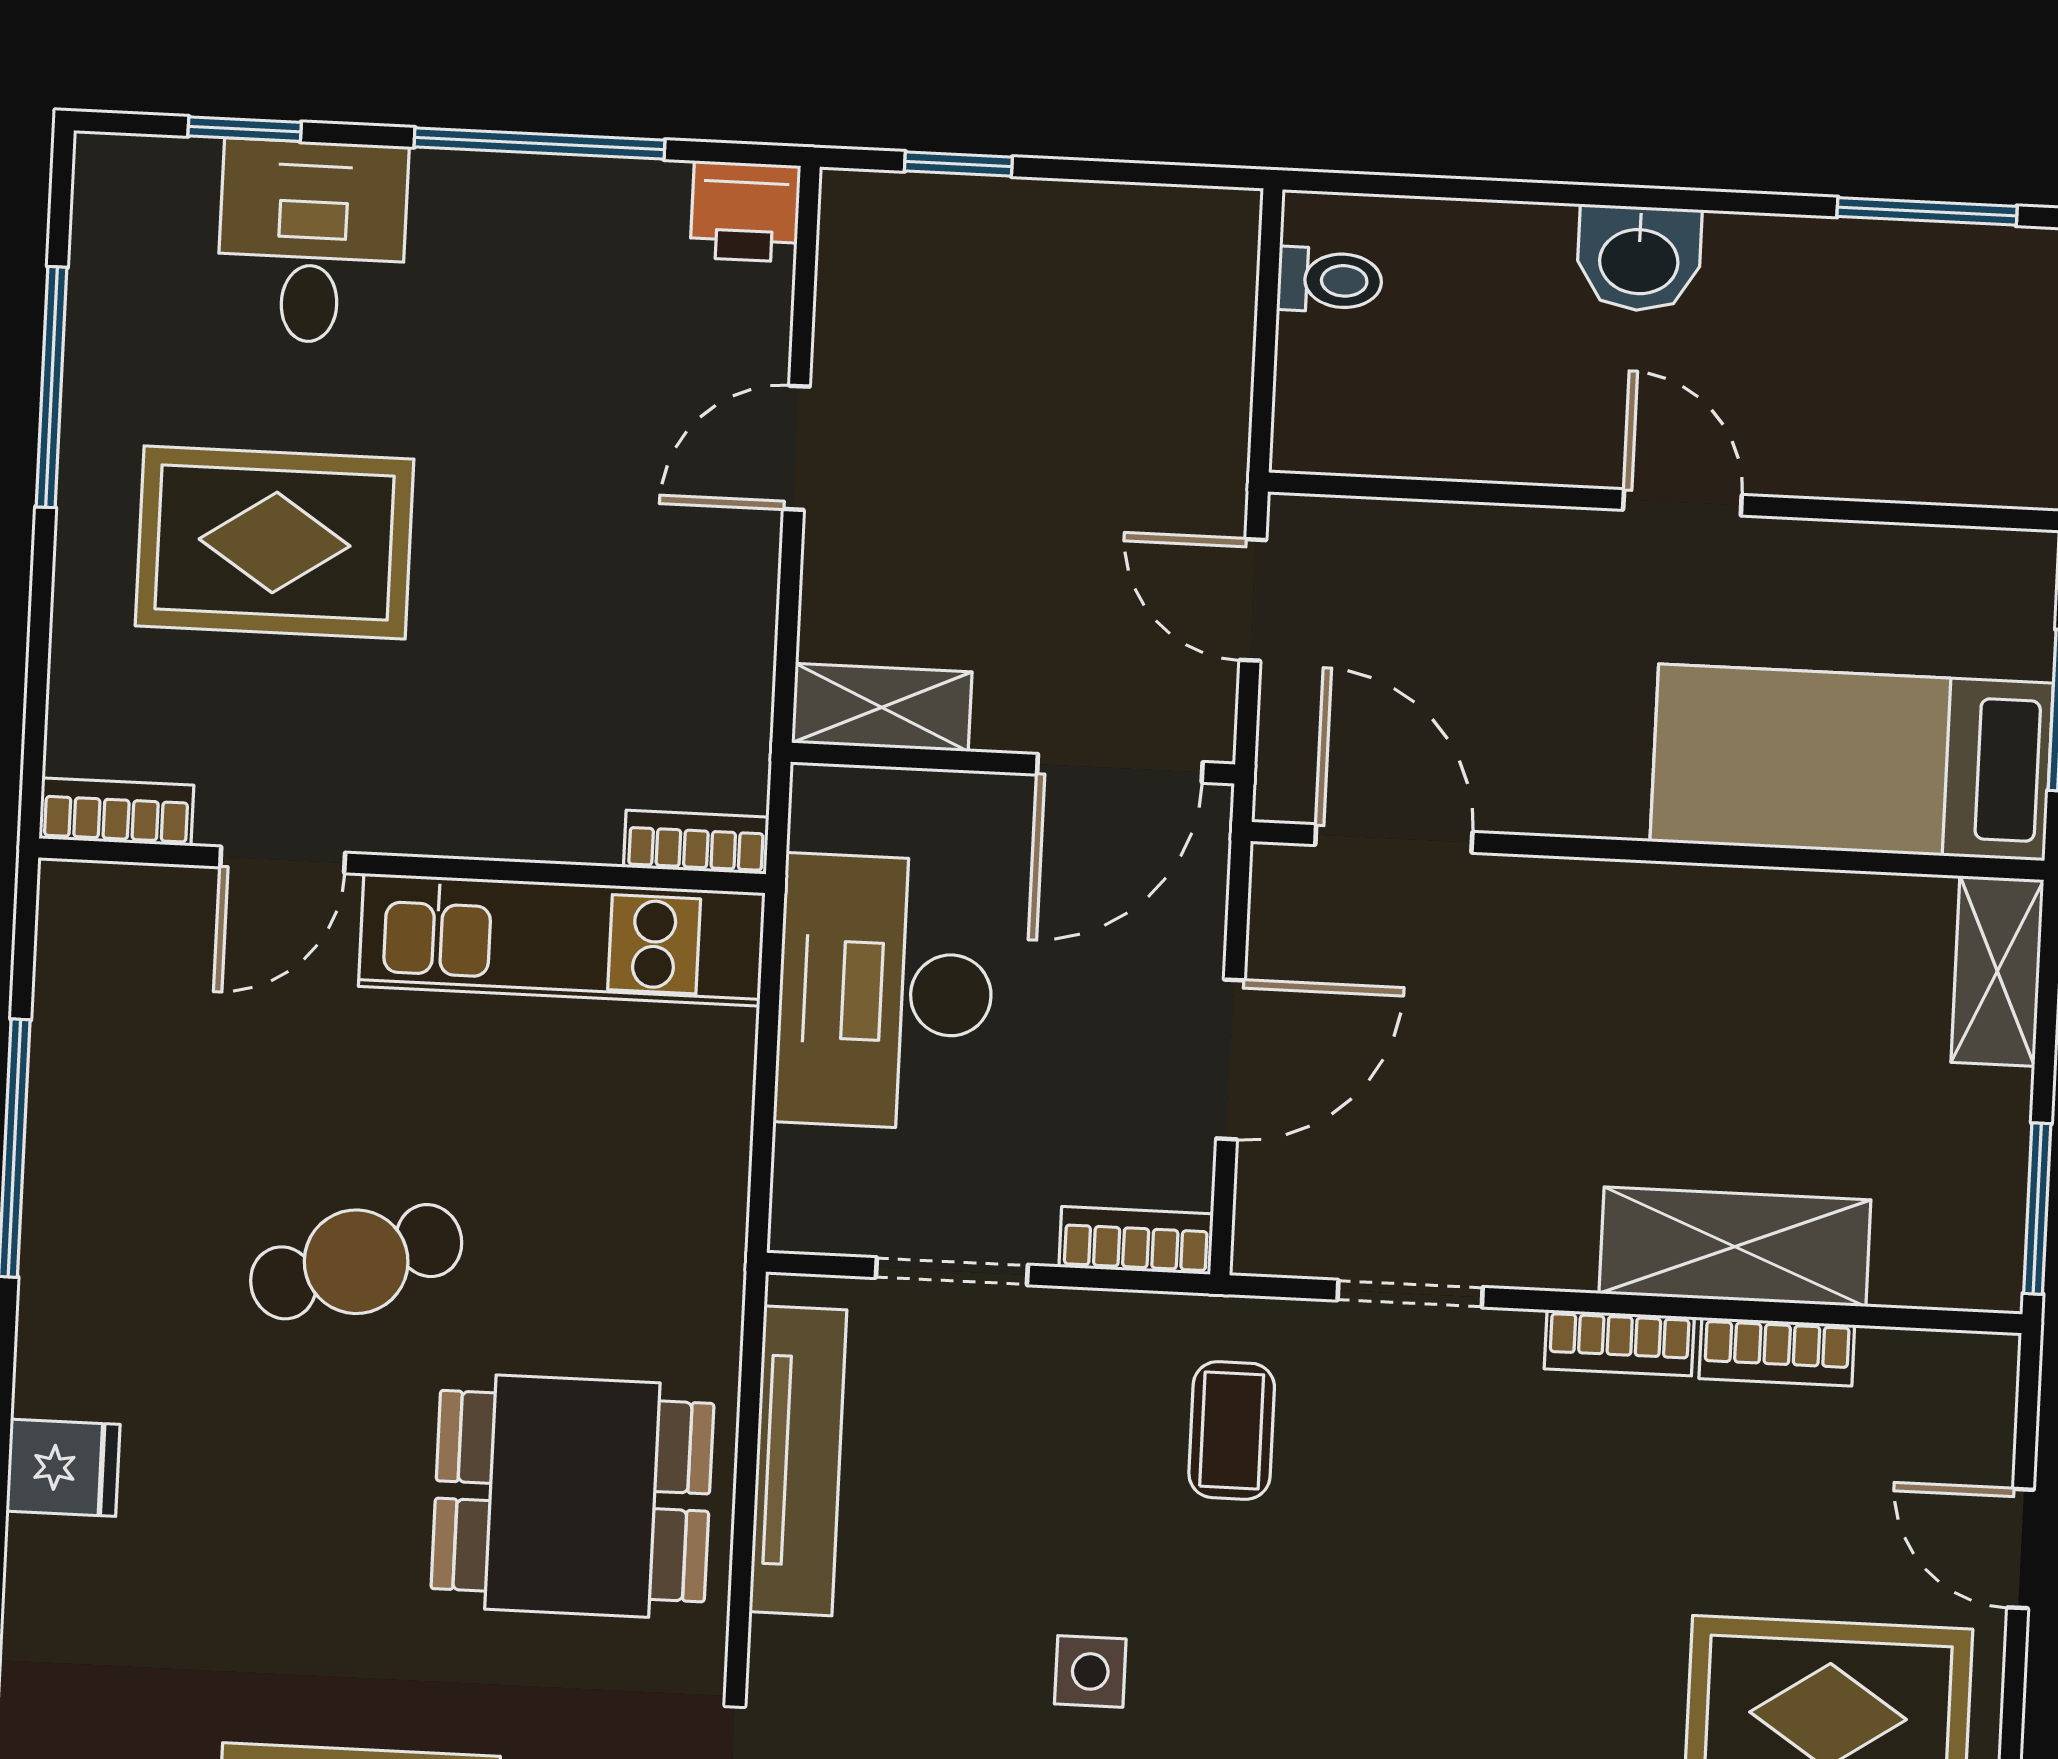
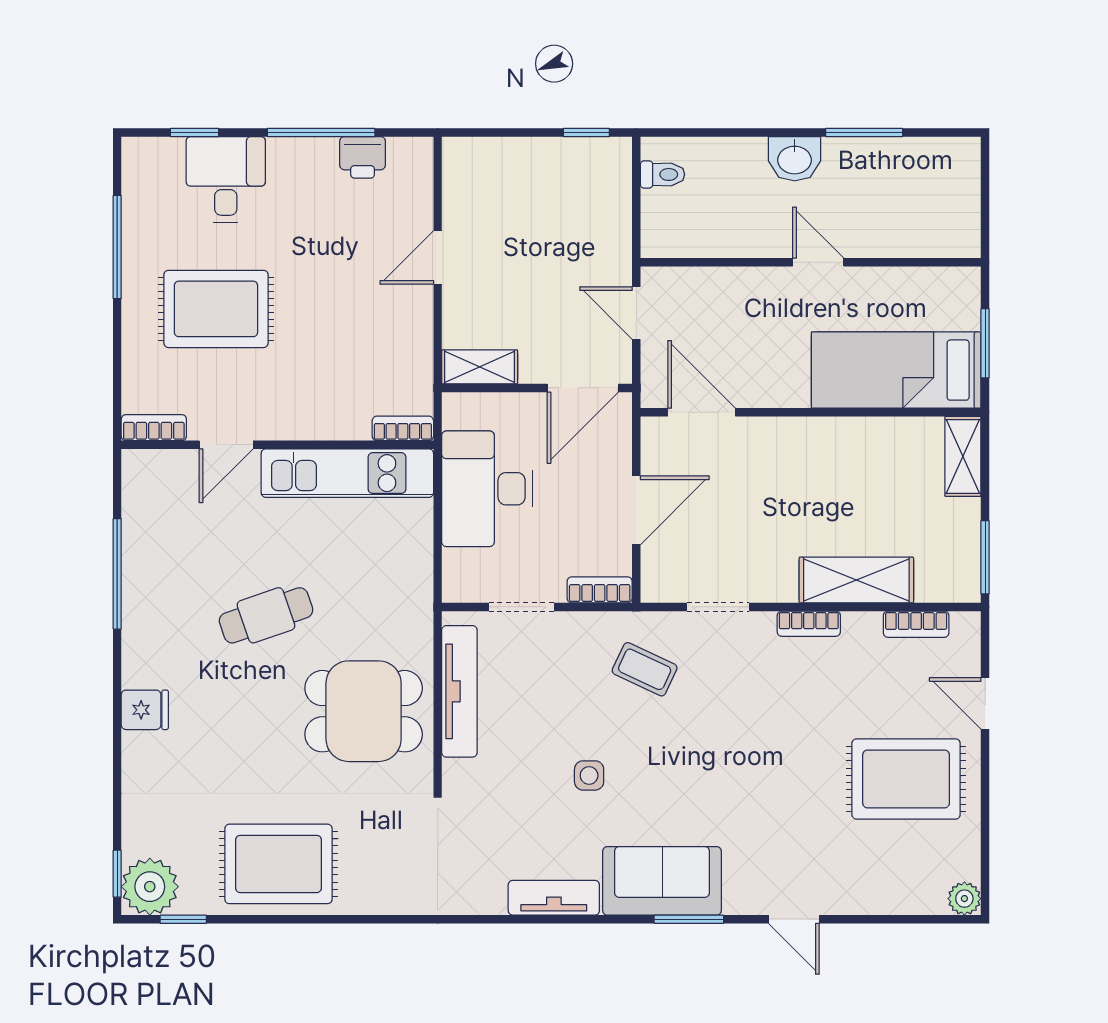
window: (958, 164) -> (586, 132), moved
window: (1927, 211) -> (864, 132), moved
printer: (745, 212) -> (363, 157), moved
bookcase: (1777, 1352) -> (916, 624), moved
coffee table: (1232, 1430) -> (645, 669), turned -65

